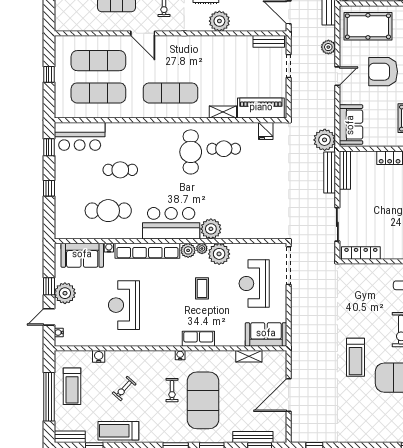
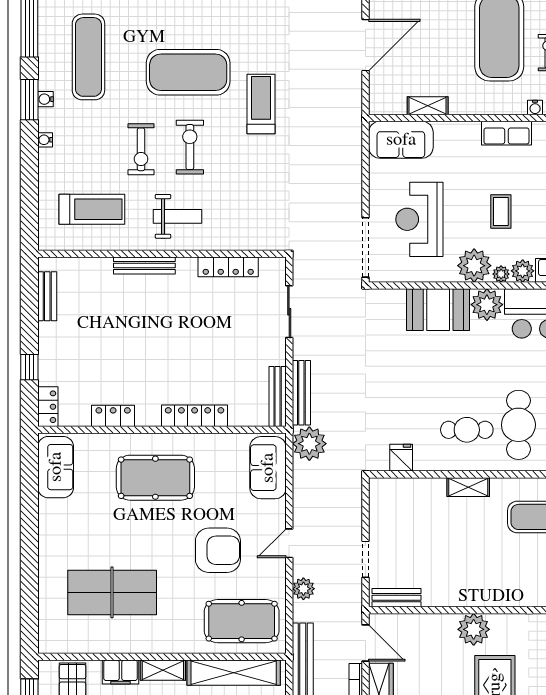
piano: (261, 108) -> (409, 493), removed
booth: (242, 226) -> (438, 310), added
locker: (361, 253) -> (228, 267), moved
reception desk: (254, 283) -> (419, 219), turned 180

